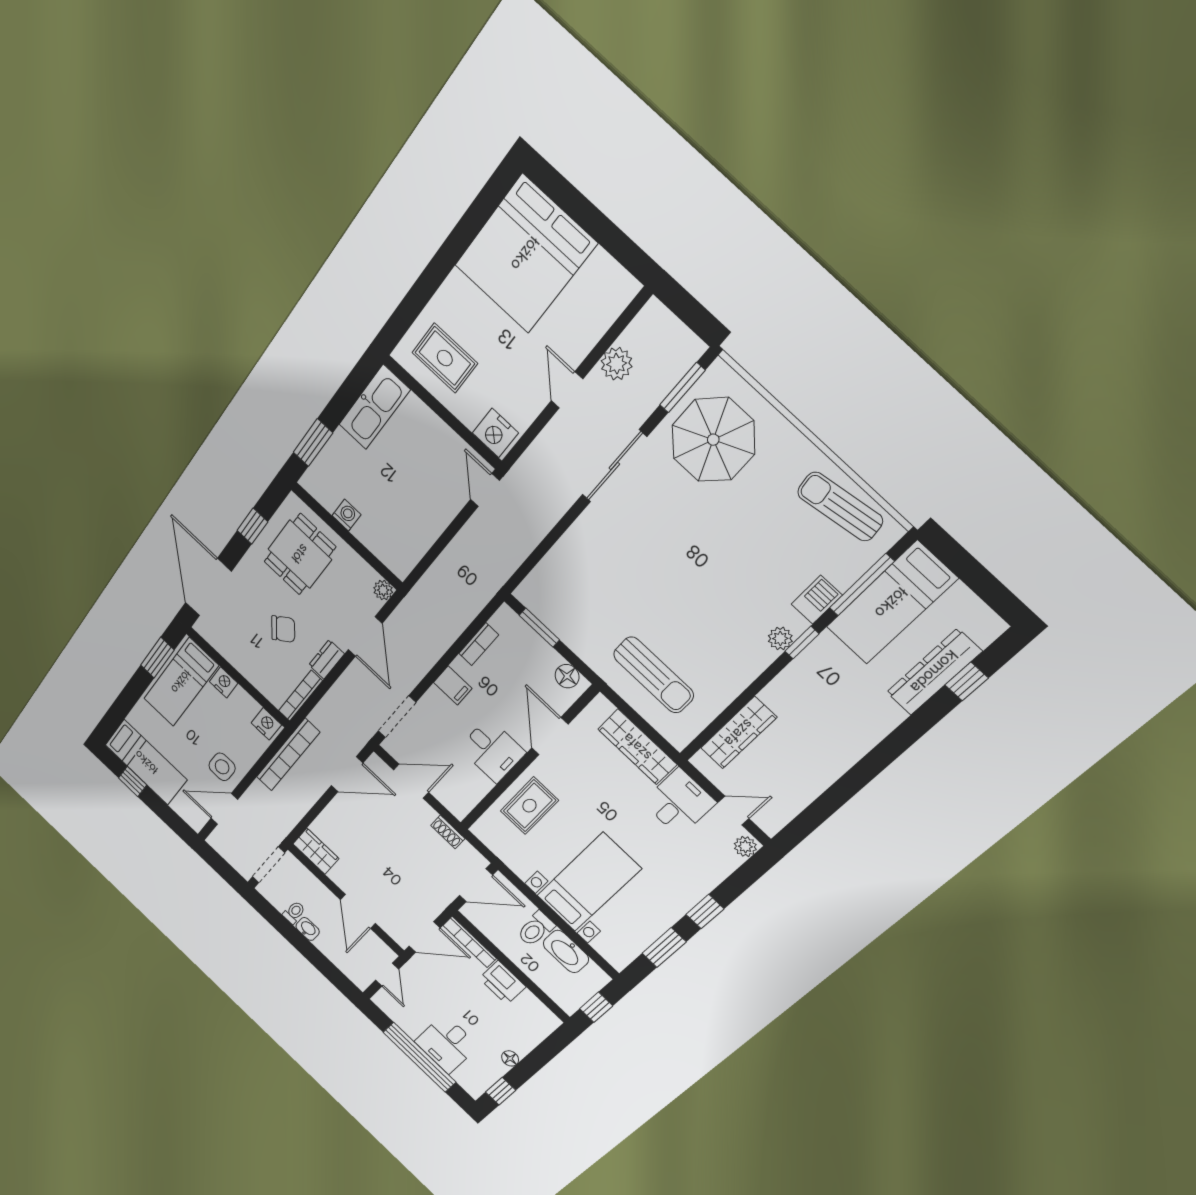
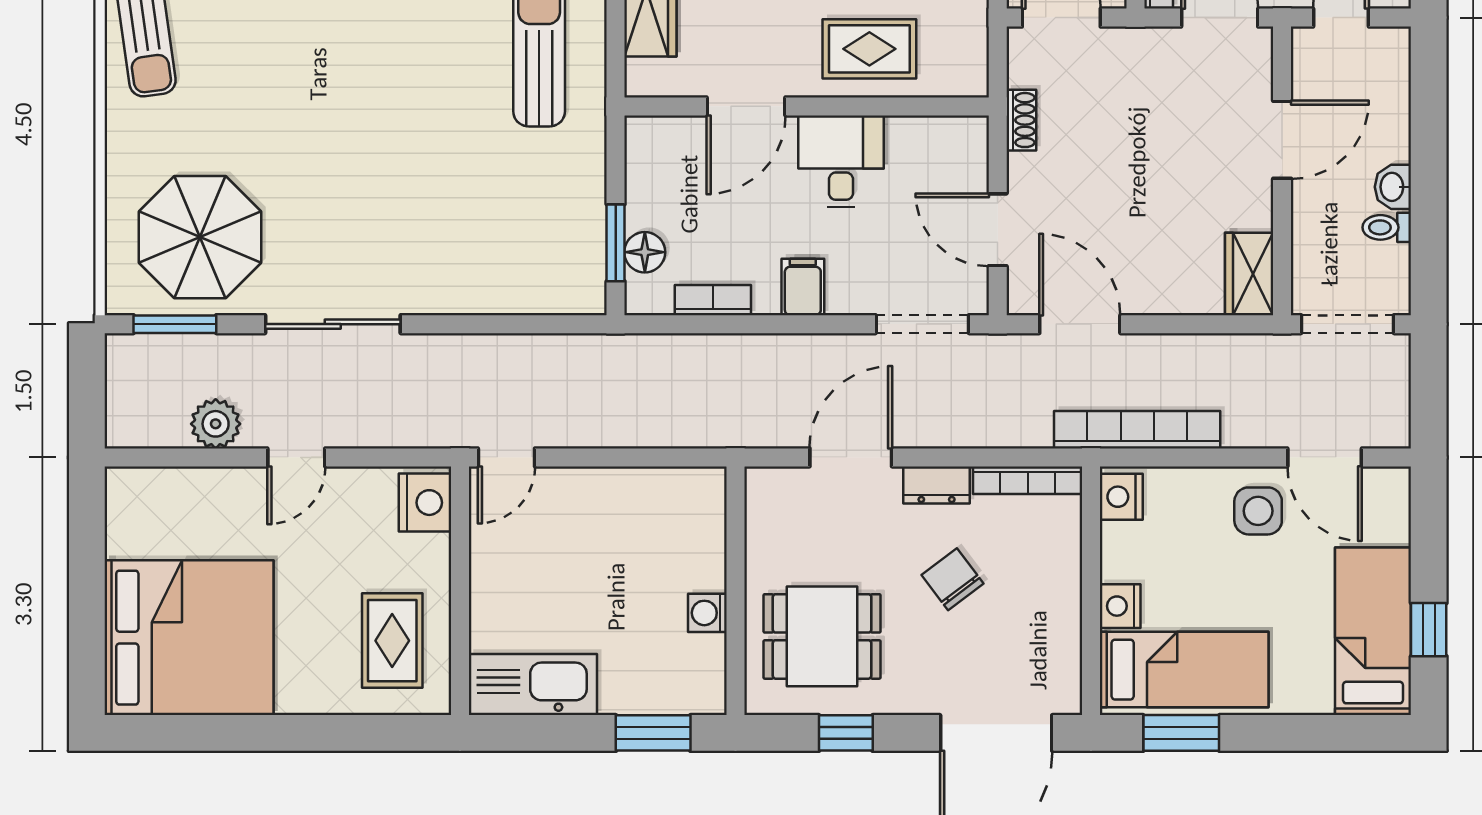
plant: (383, 590) -> (762, 484), removed
floor lamp: (567, 676) -> (645, 252), moved

